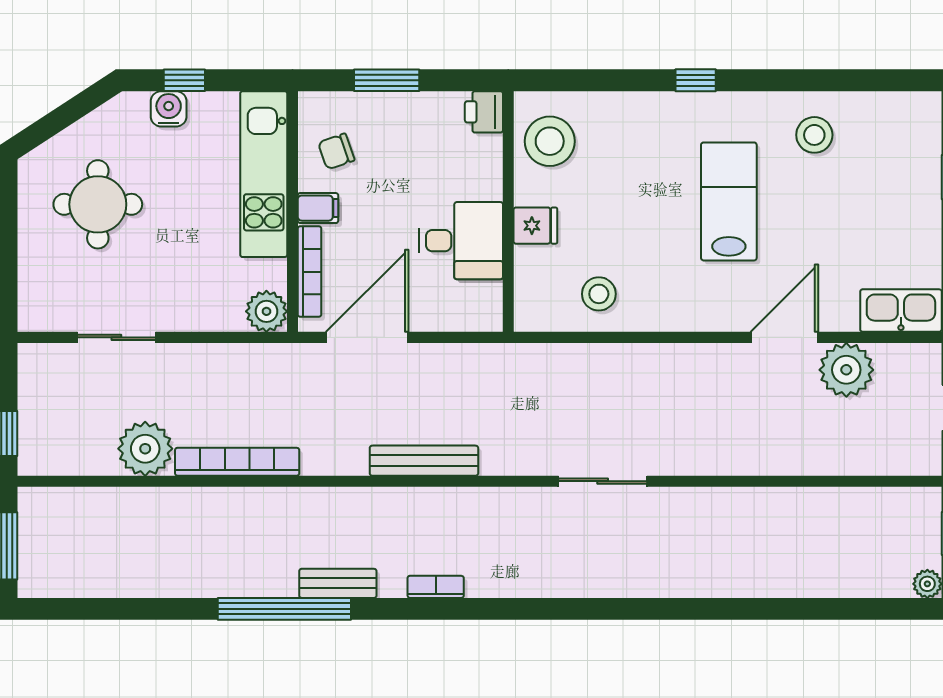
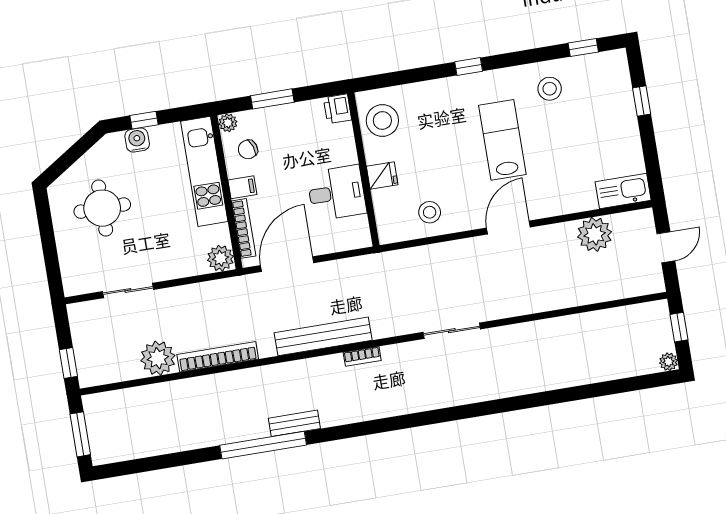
window: (876, 80) -> (583, 47), added
plant: (312, 106) -> (228, 123), added
door: (784, 337) -> (508, 228), moved
bench: (424, 461) -> (323, 336), width x1.37, depth x1.21
bookcase: (436, 587) -> (362, 356), moved, turned 180

